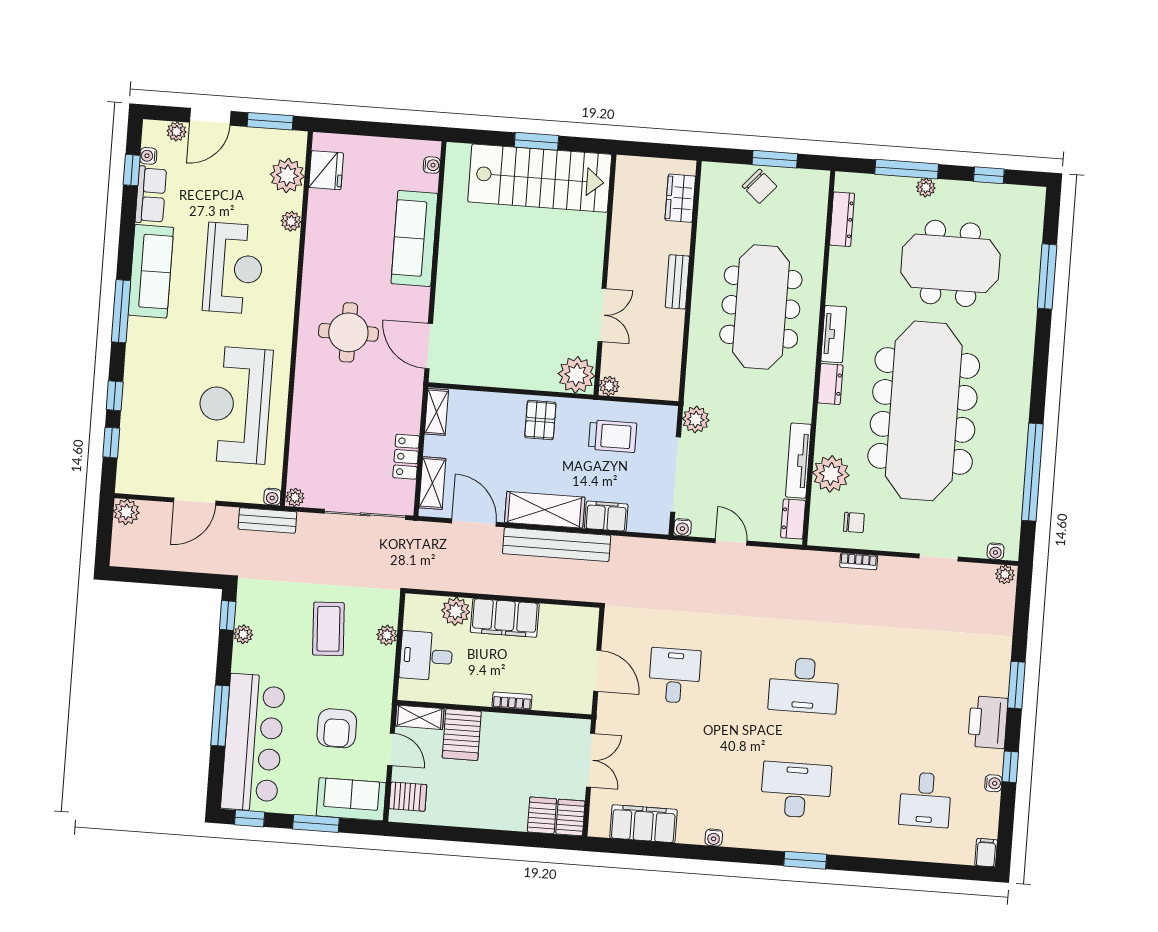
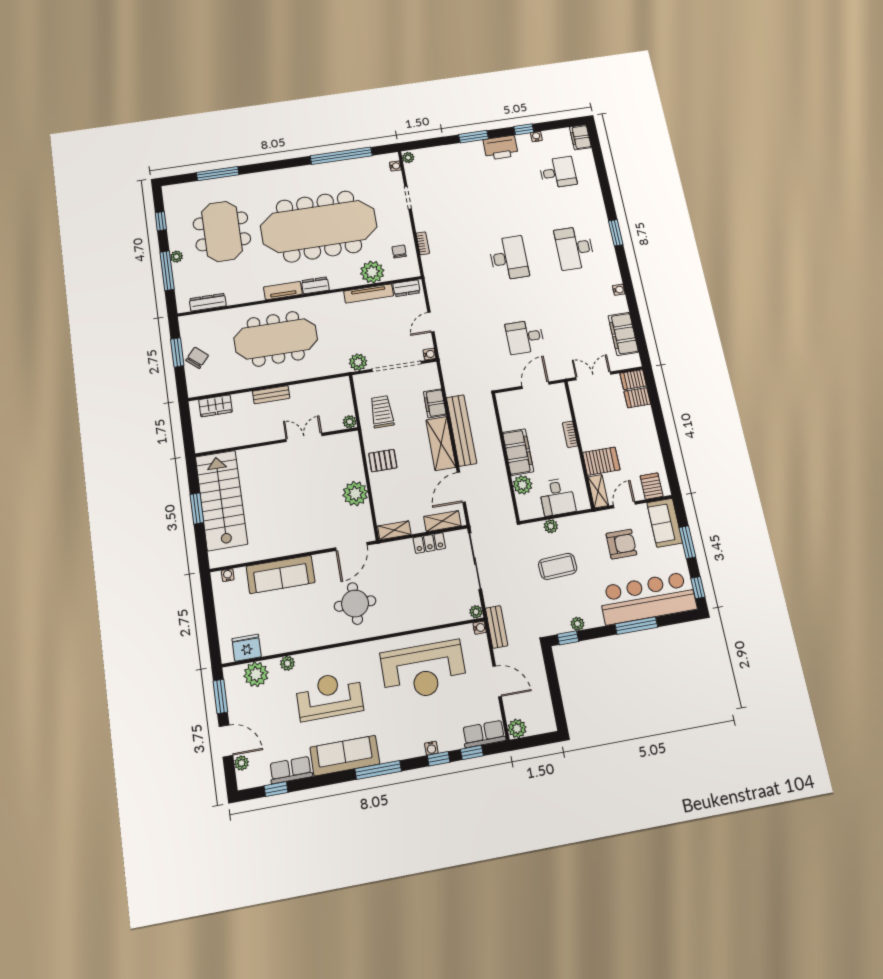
water cooler: (148, 156) -> (431, 748), moved
plant: (576, 375) -> (355, 494), moved
row of seats: (131, 465) -> (484, 734), added
filing cabinet: (986, 853) -> (580, 137), width x2.00

